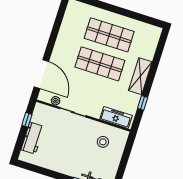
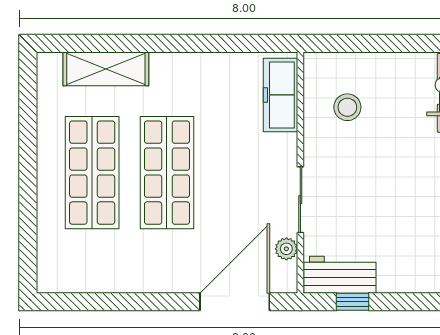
shelving: (140, 76) -> (106, 69), moved
window: (143, 103) -> (227, 43), removed
workbench: (33, 138) -> (340, 275), moved

